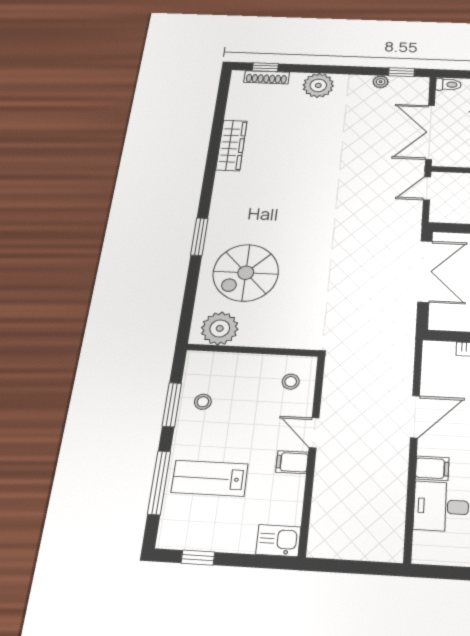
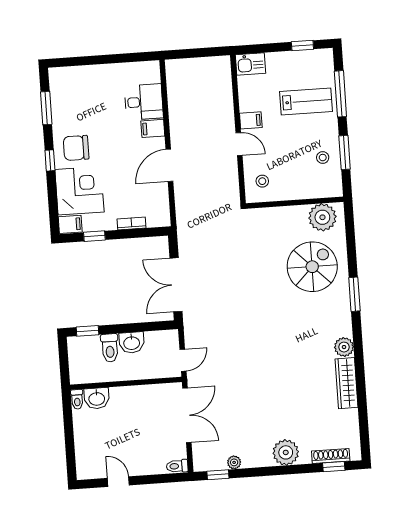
plant: (226, 182) -> (344, 347), added

